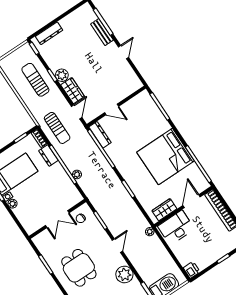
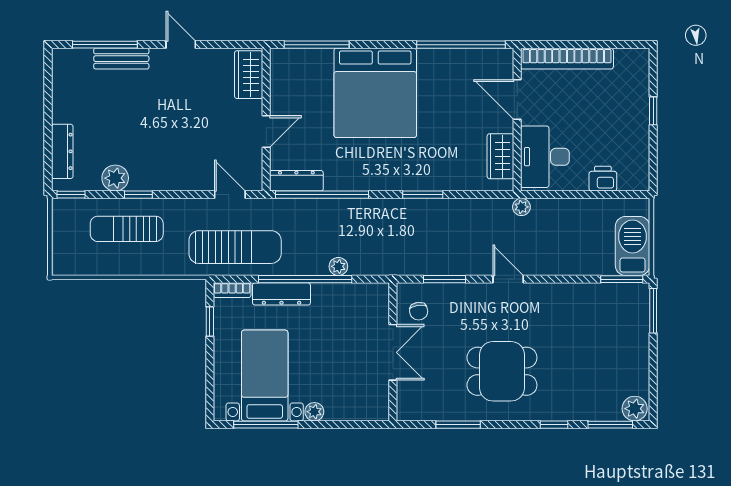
plant: (62, 75) -> (115, 178), moved
wardrobe: (73, 91) -> (249, 75), moved, turned -90
sun lounger: (57, 128) -> (235, 247), width x1.36, depth x1.34
dresser: (48, 156) -> (281, 294), width x1.44
bed: (165, 157) -> (375, 93), moved
printer: (192, 270) -> (603, 179), moved
plant: (124, 275) -> (566, 300), removed

